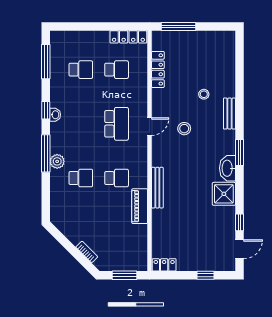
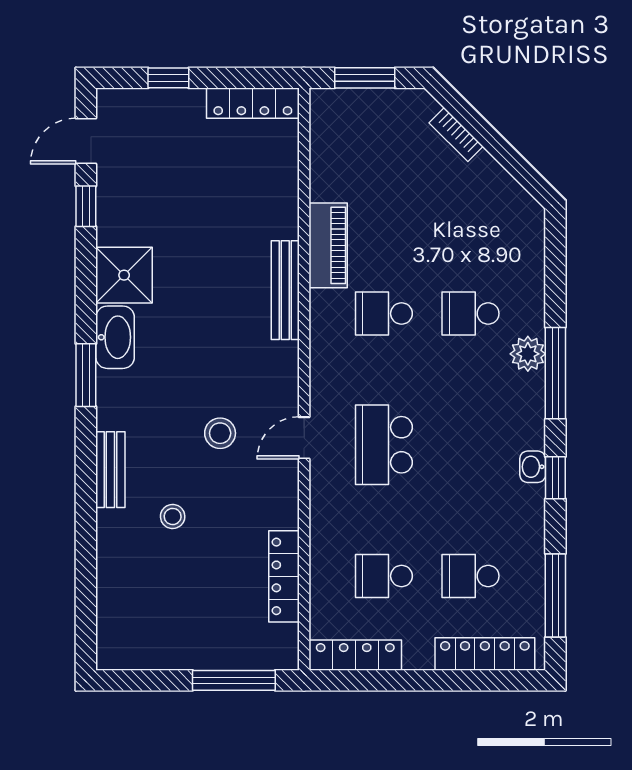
locker: (75, 37) -> (485, 654), added
locker: (164, 265) -> (253, 103), width x1.53

